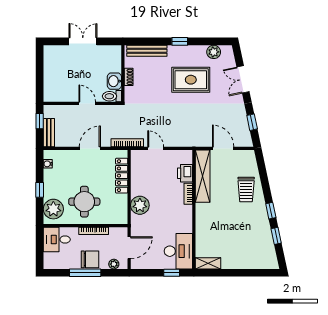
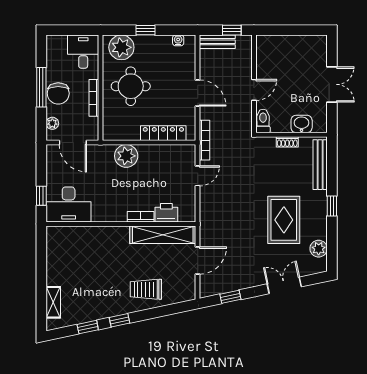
washbasin: (114, 81) -> (302, 124), moved
shelving: (208, 263) -> (53, 302), moved

